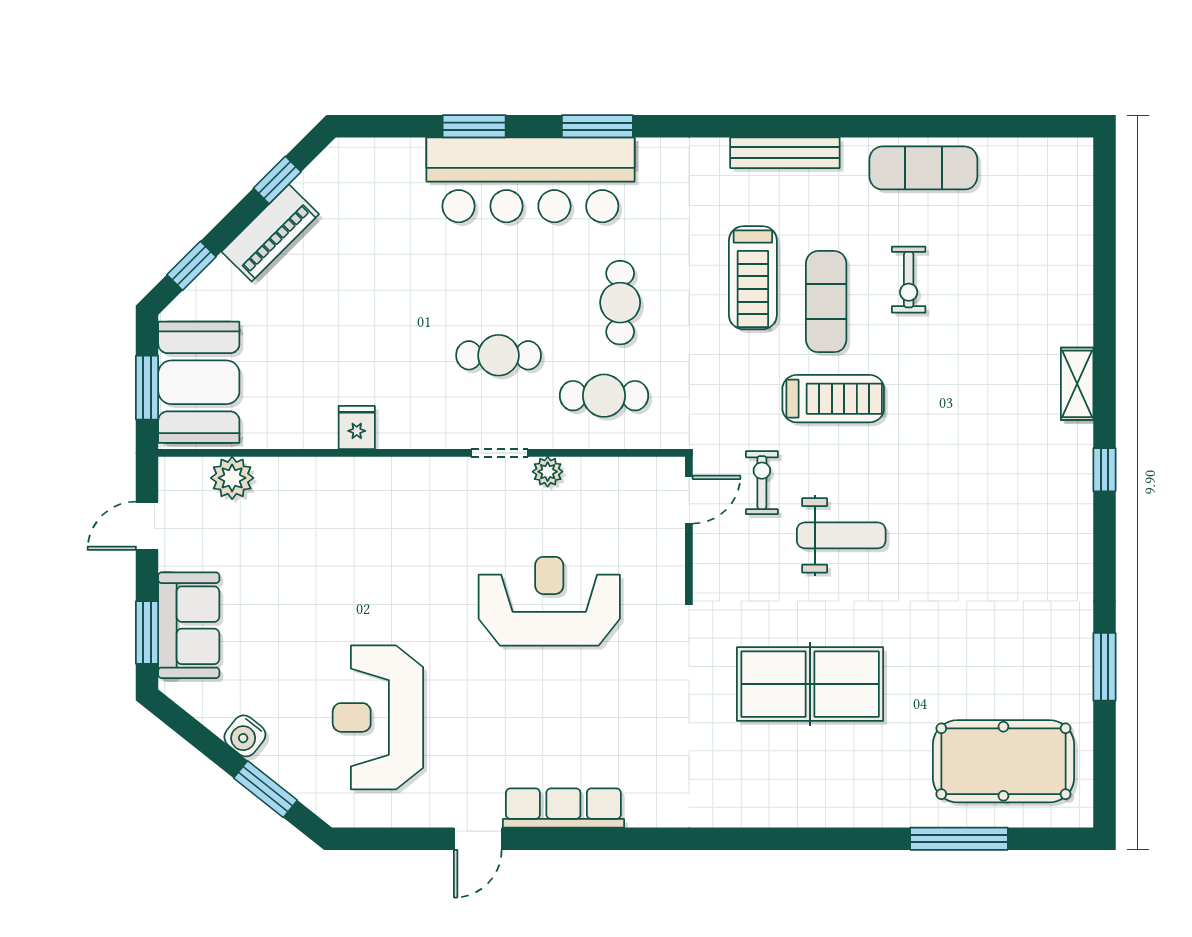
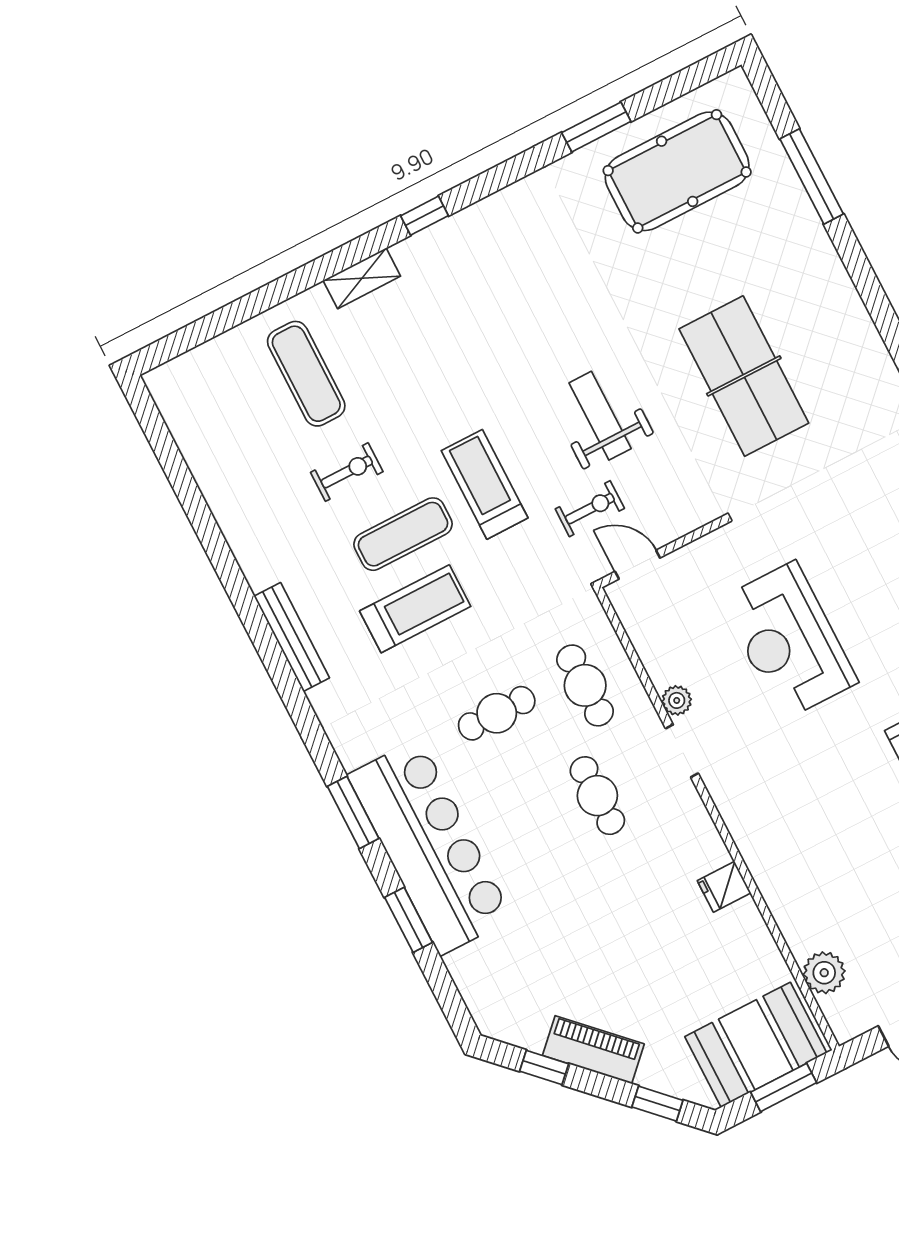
exercise mat: (923, 168) -> (306, 374), moved
exercise bike: (762, 483) -> (590, 509), turned 180
pool table: (1003, 761) -> (677, 171), moved, turned 90

